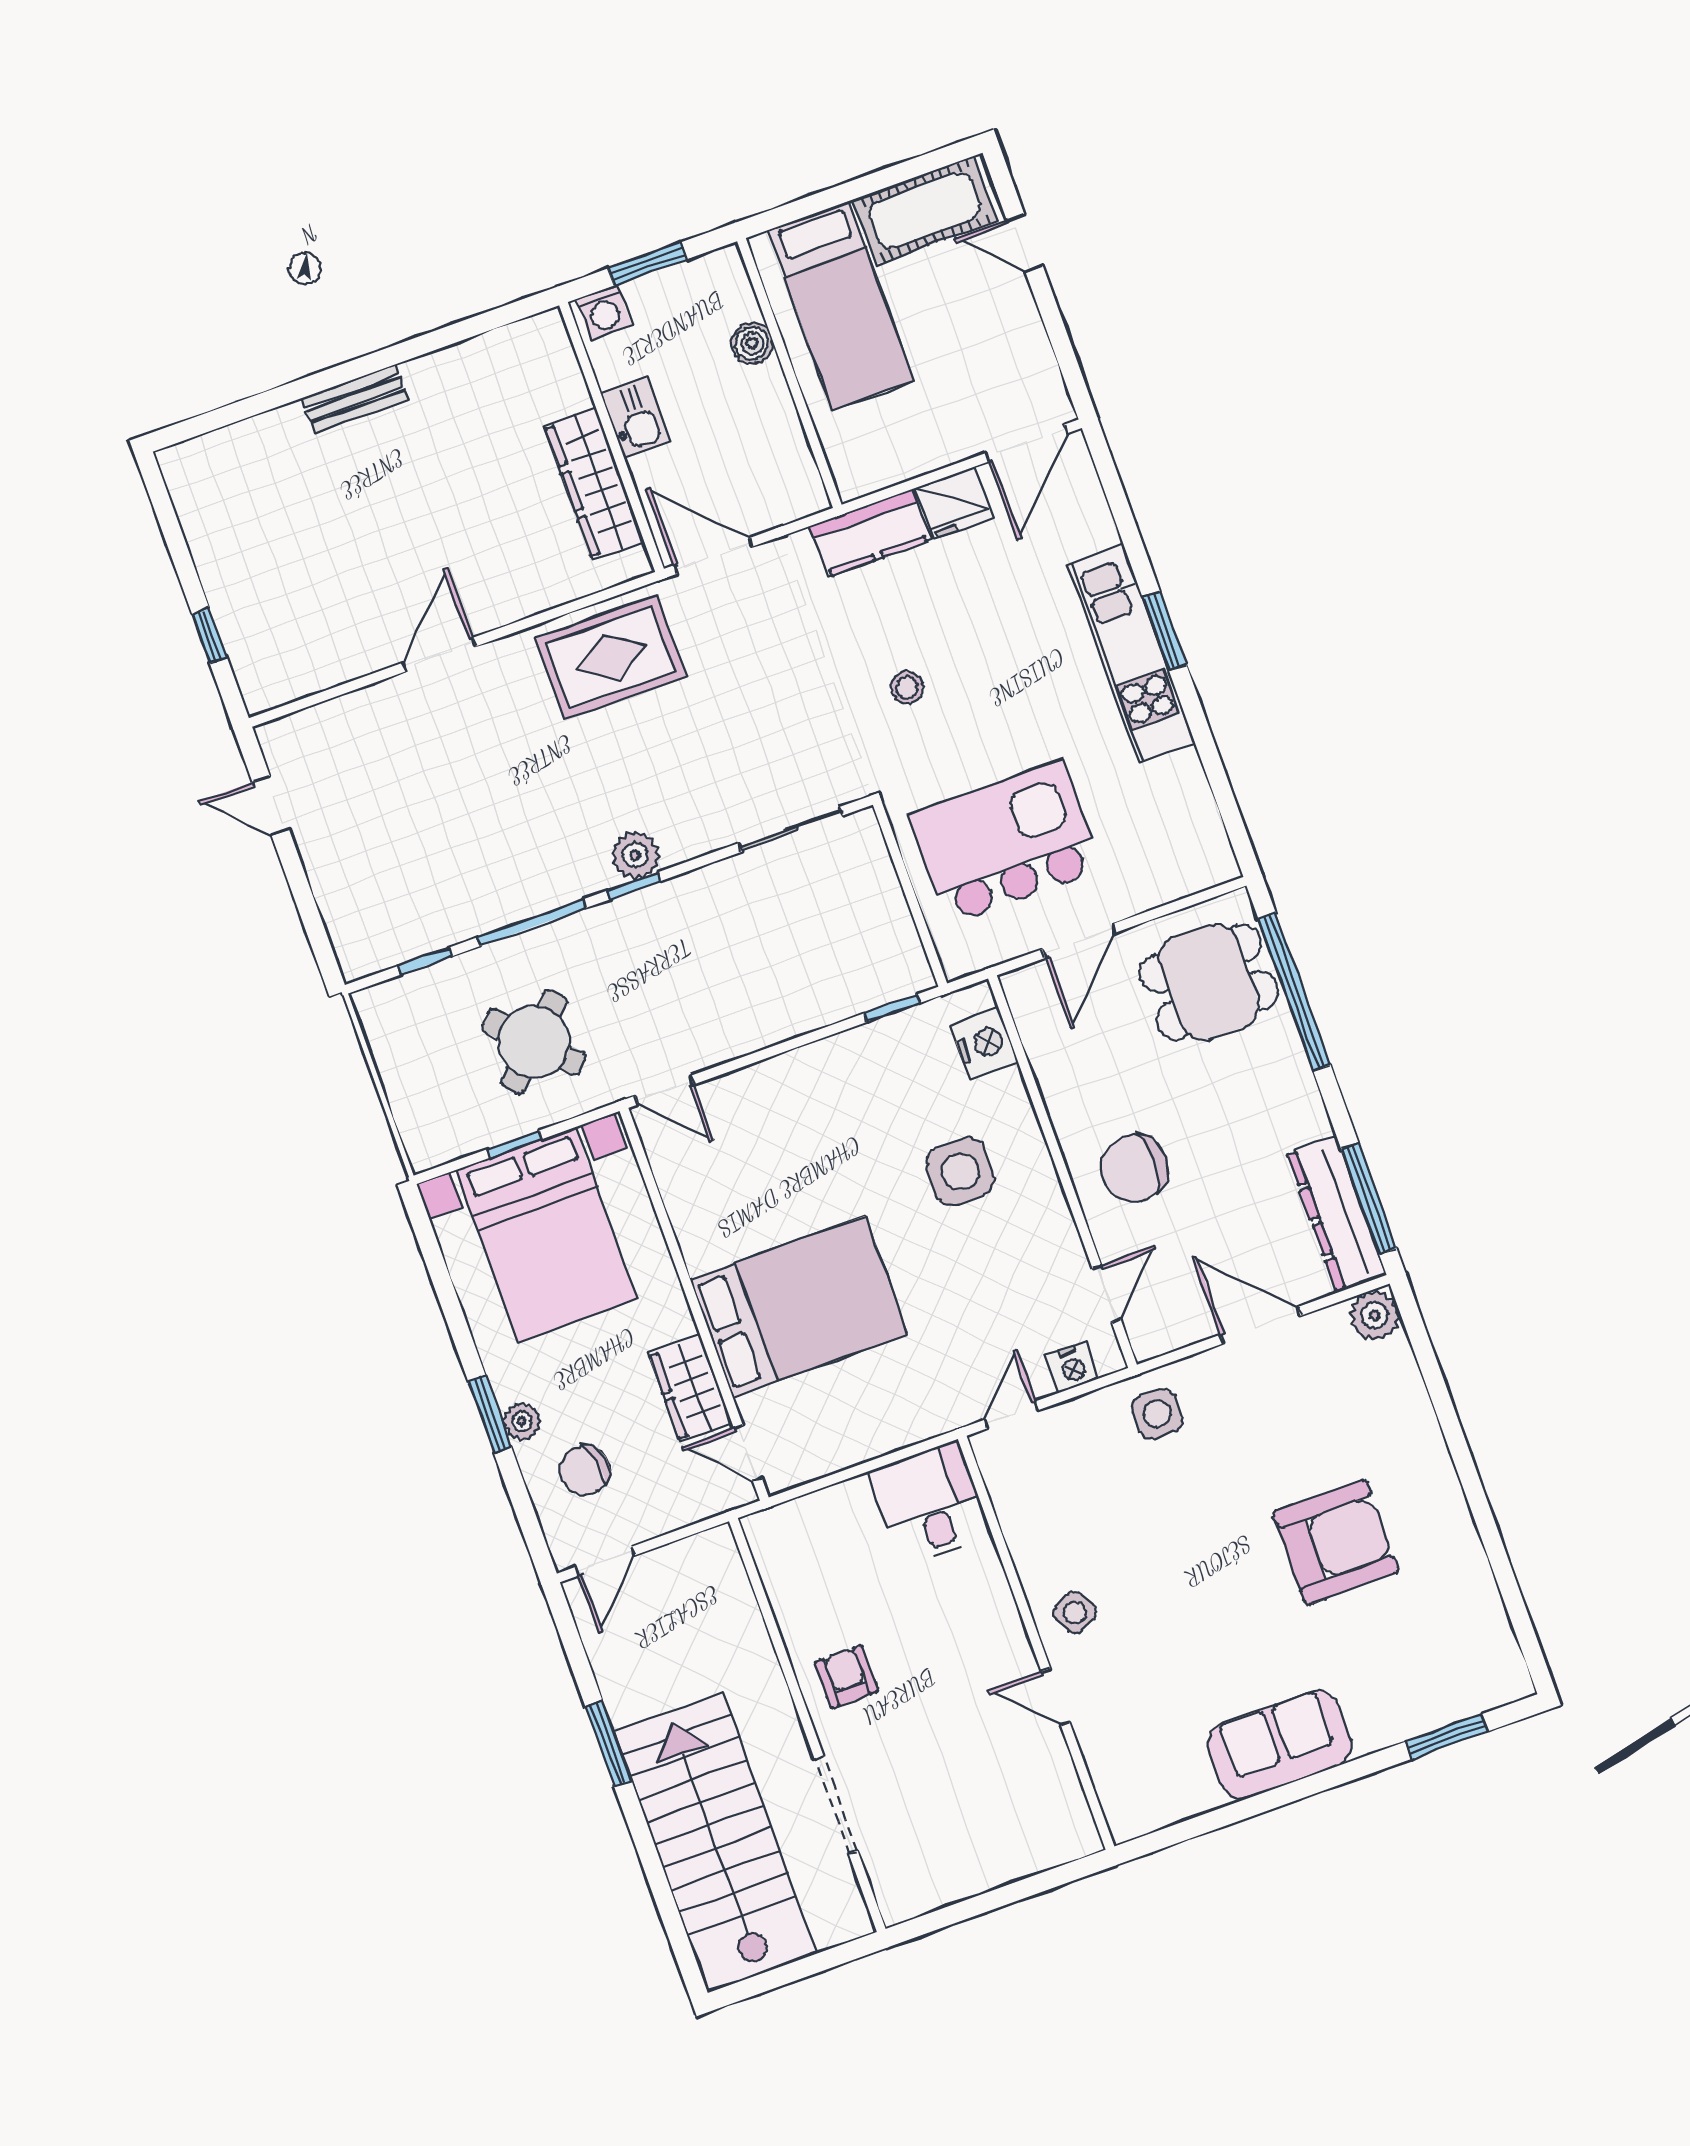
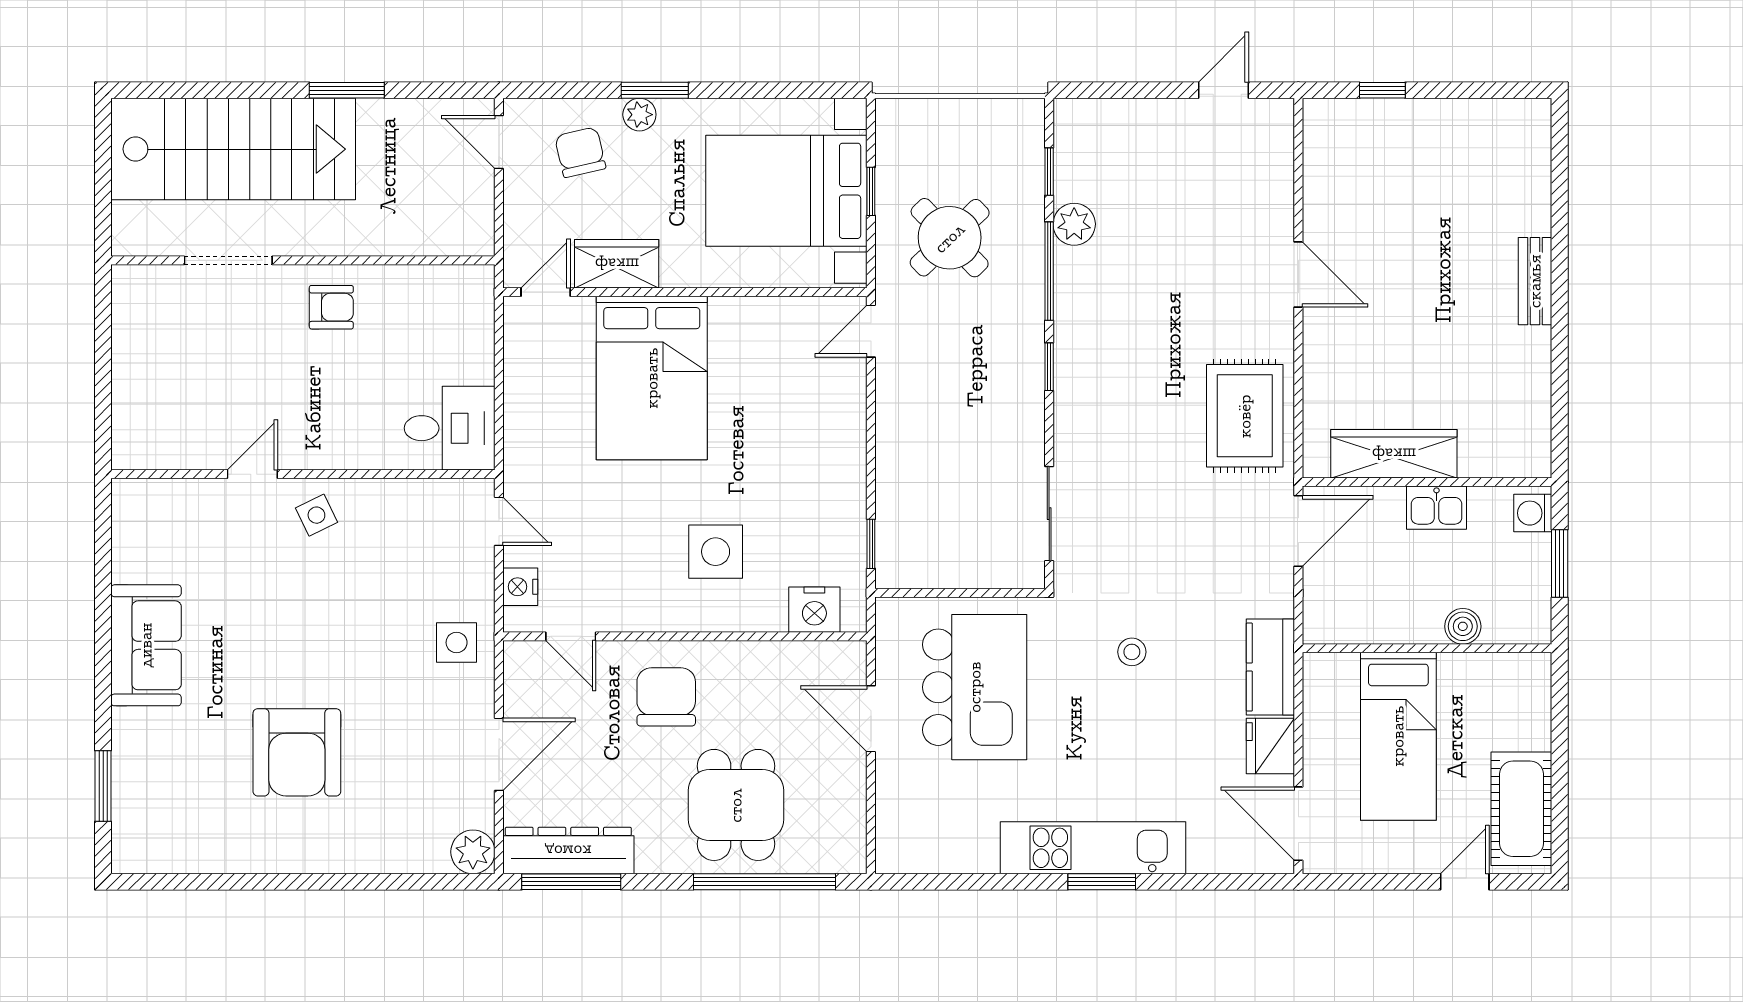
bed: (841, 305) -> (1398, 736), moved, turned -90
plant: (635, 855) -> (1074, 224), moved
dining table: (1209, 982) -> (736, 805), moved

